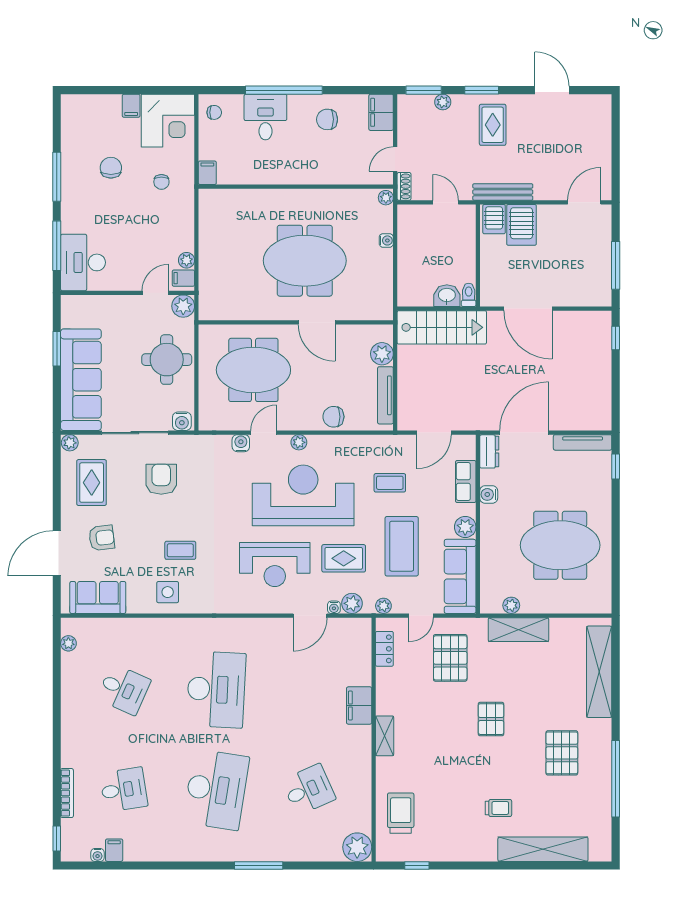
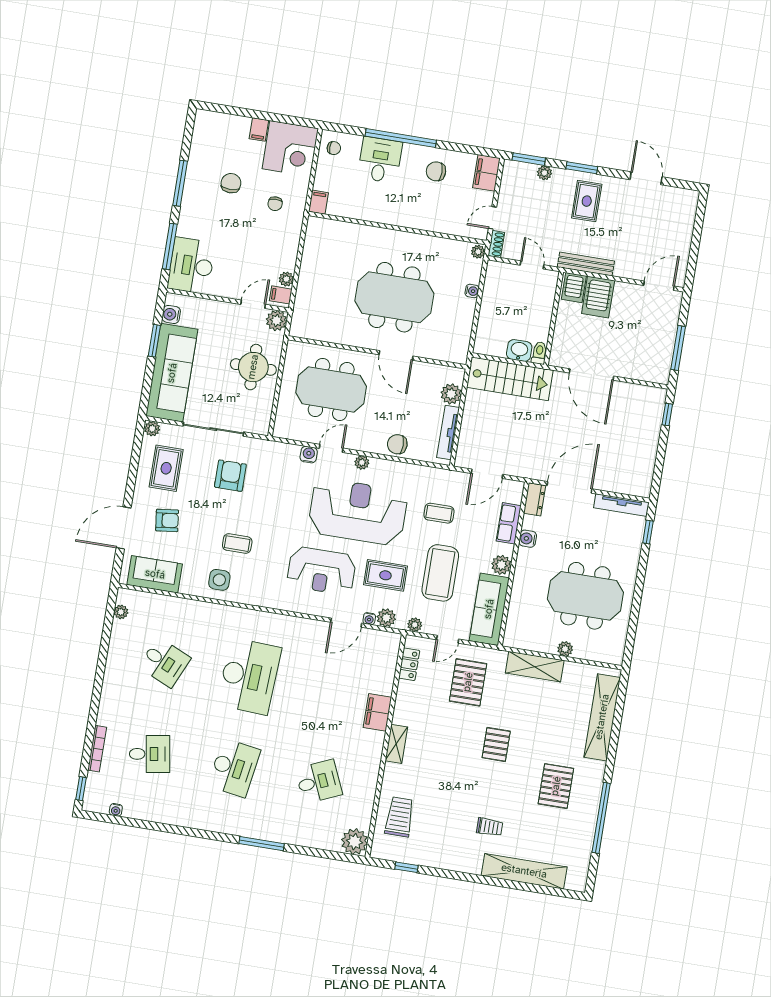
water cooler: (182, 421) -> (171, 314), moved, turned 90
plant: (511, 605) -> (565, 649), moved
desk: (216, 790) -> (234, 768), width x0.73, depth x0.77
filing cabinet: (114, 850) -> (132, 808), removed

